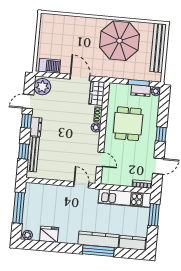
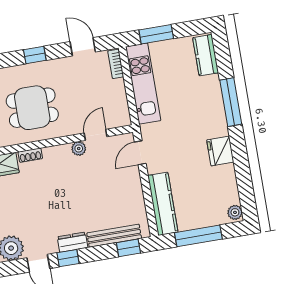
plant: (96, 127) -> (79, 148), moved
window: (24, 151) -> (128, 248), moved
fridge: (49, 234) -> (220, 151), moved
kitchen counter: (99, 239) -> (163, 204), moved, turned 180

